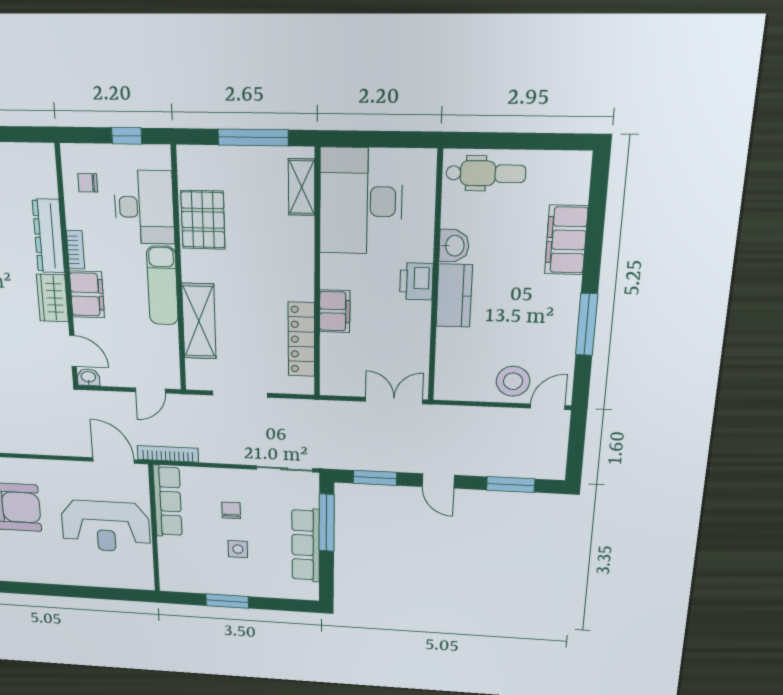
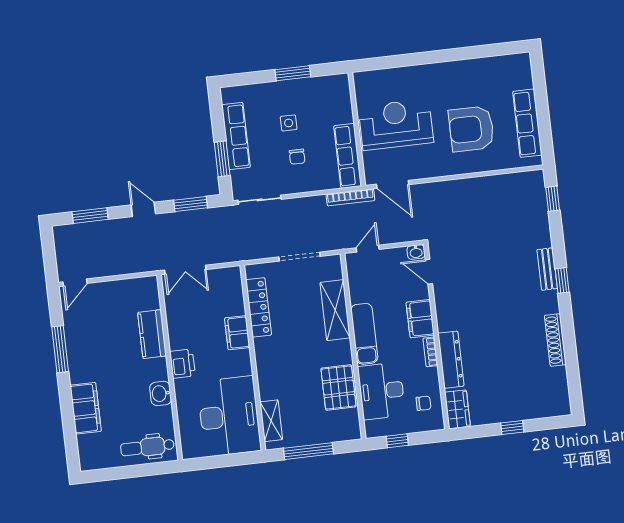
kitchen counter: (454, 296) -> (152, 334), moved
wardrobe: (52, 298) -> (458, 409), moved
stool: (513, 381) -> (103, 299), removed
window: (327, 523) -> (222, 159), width x0.69

